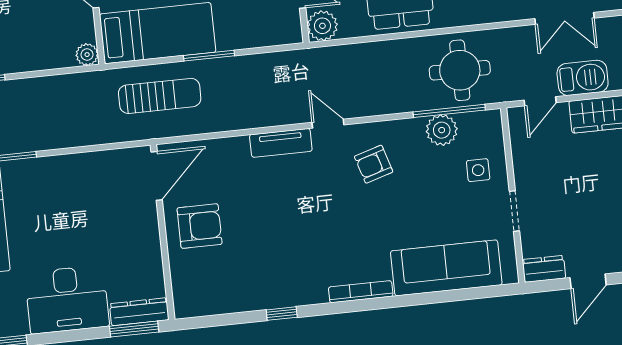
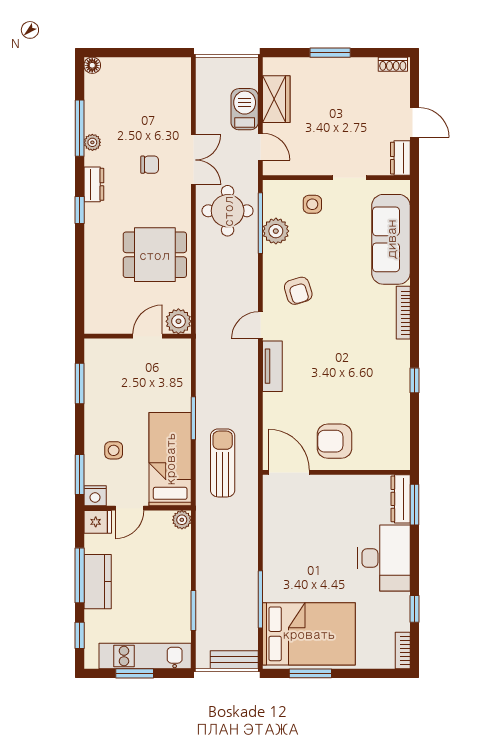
double door: (564, 18) -> (193, 160), moved
armchair: (200, 226) -> (335, 441), turned -90

